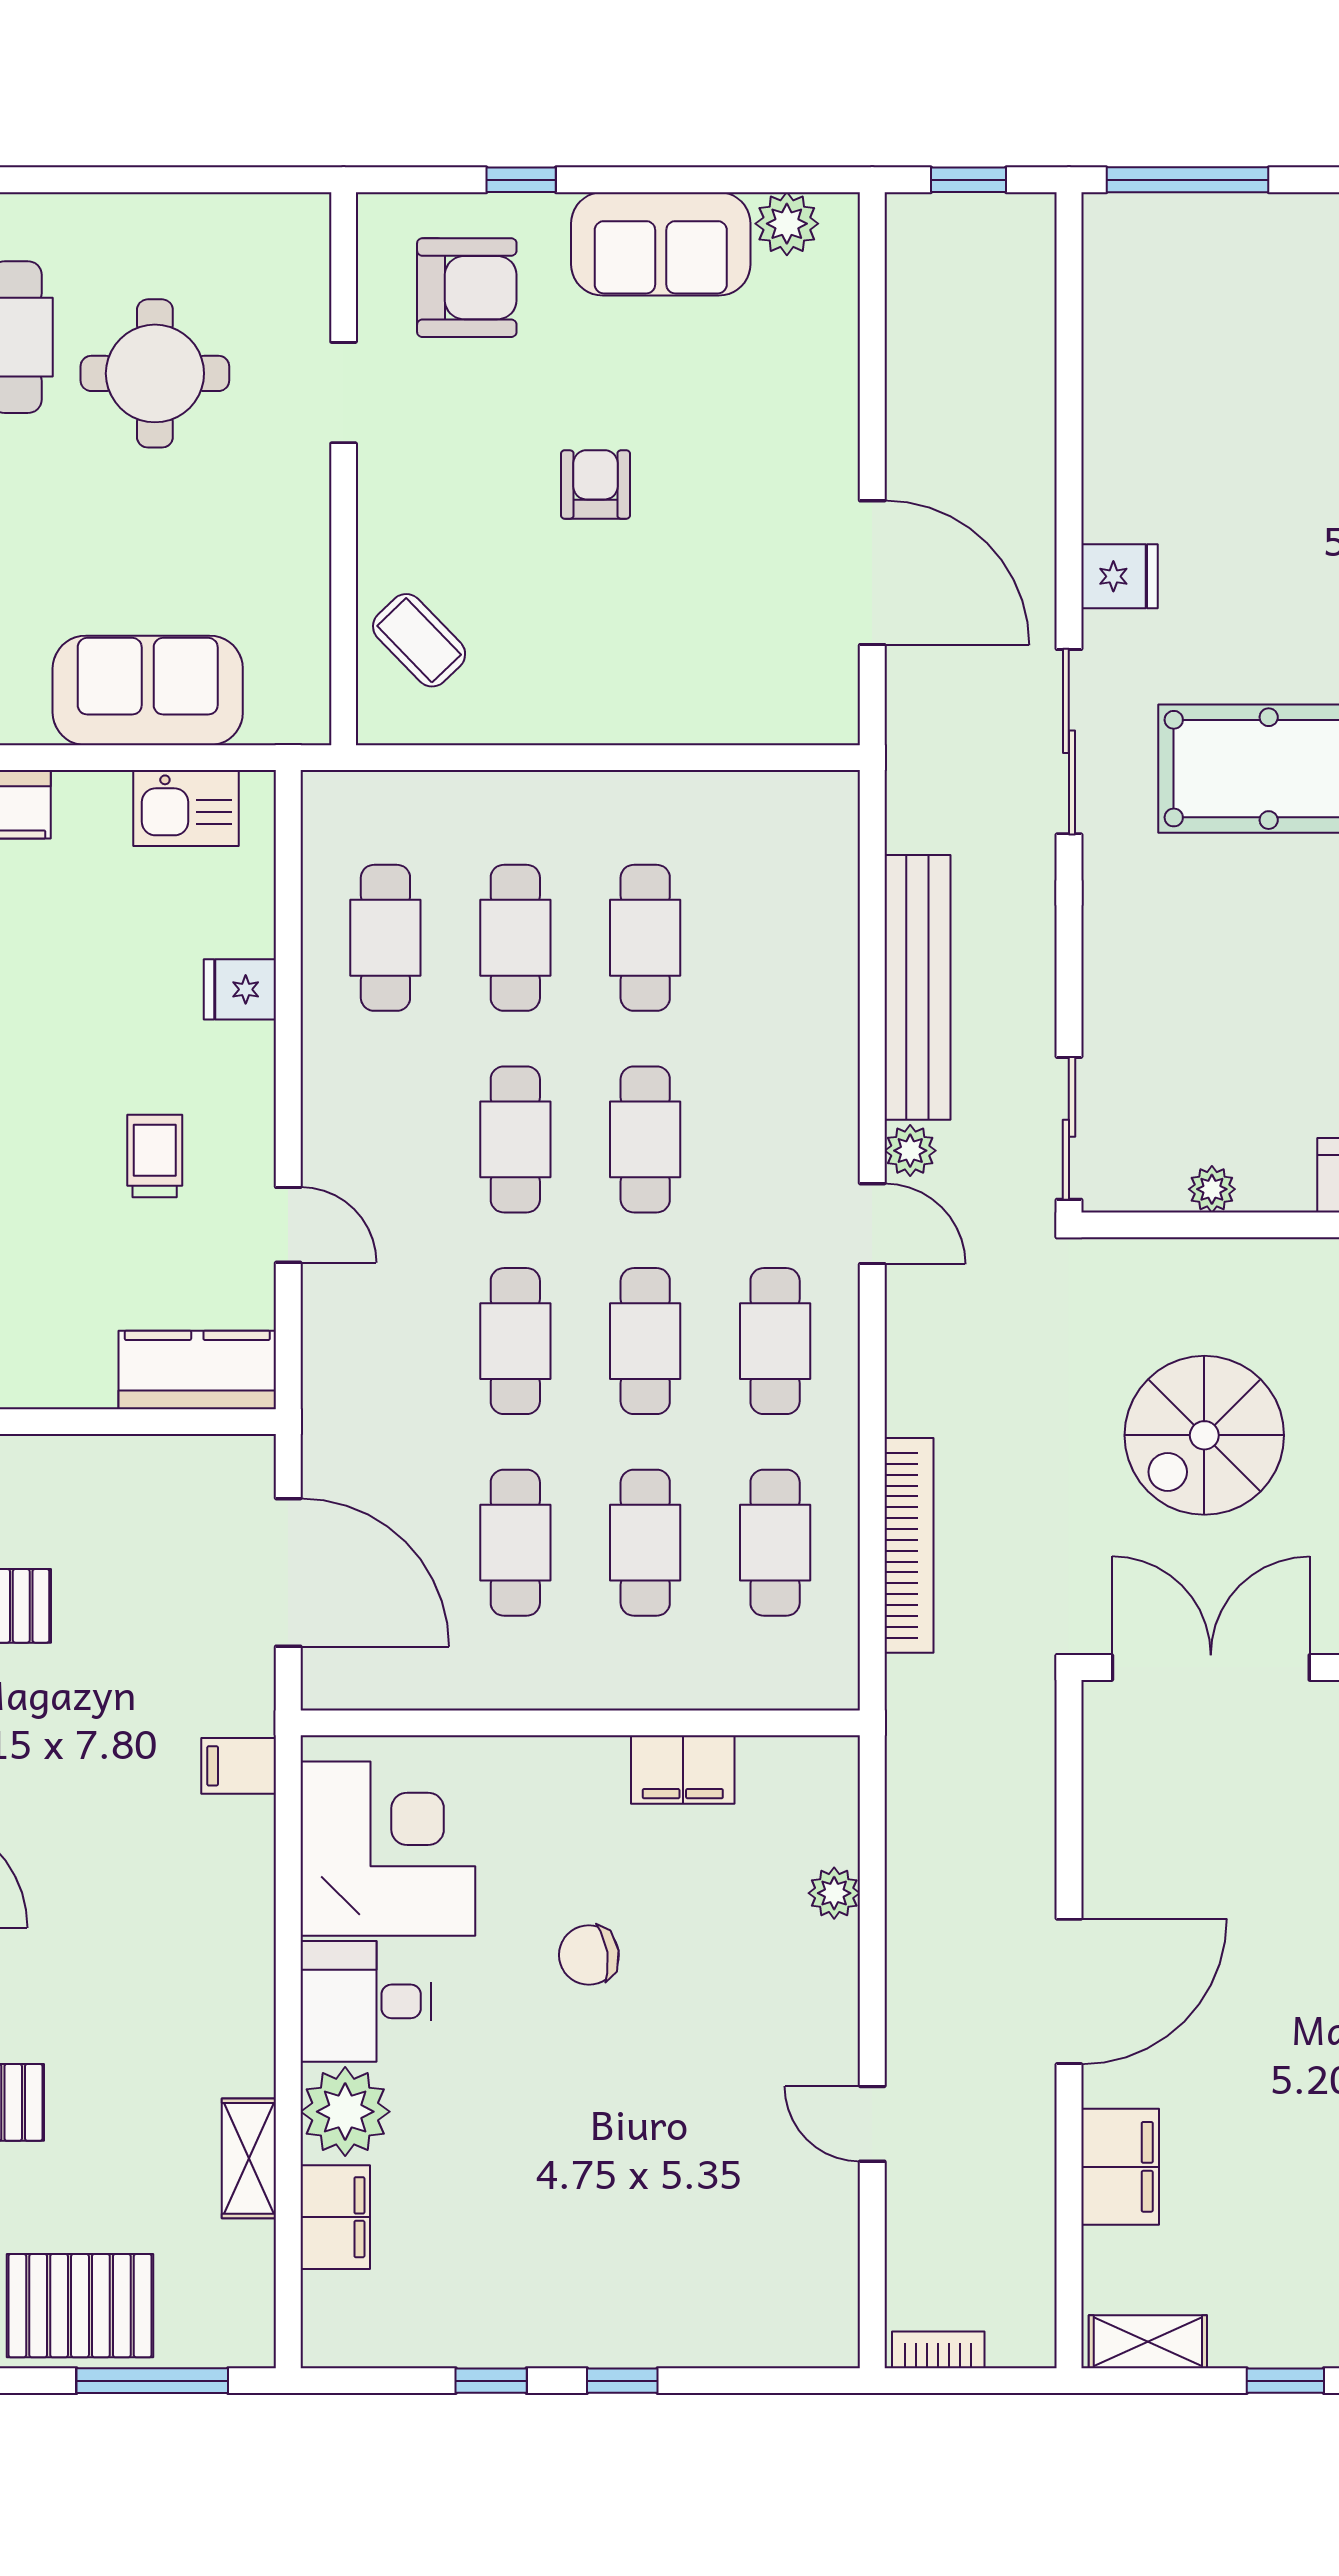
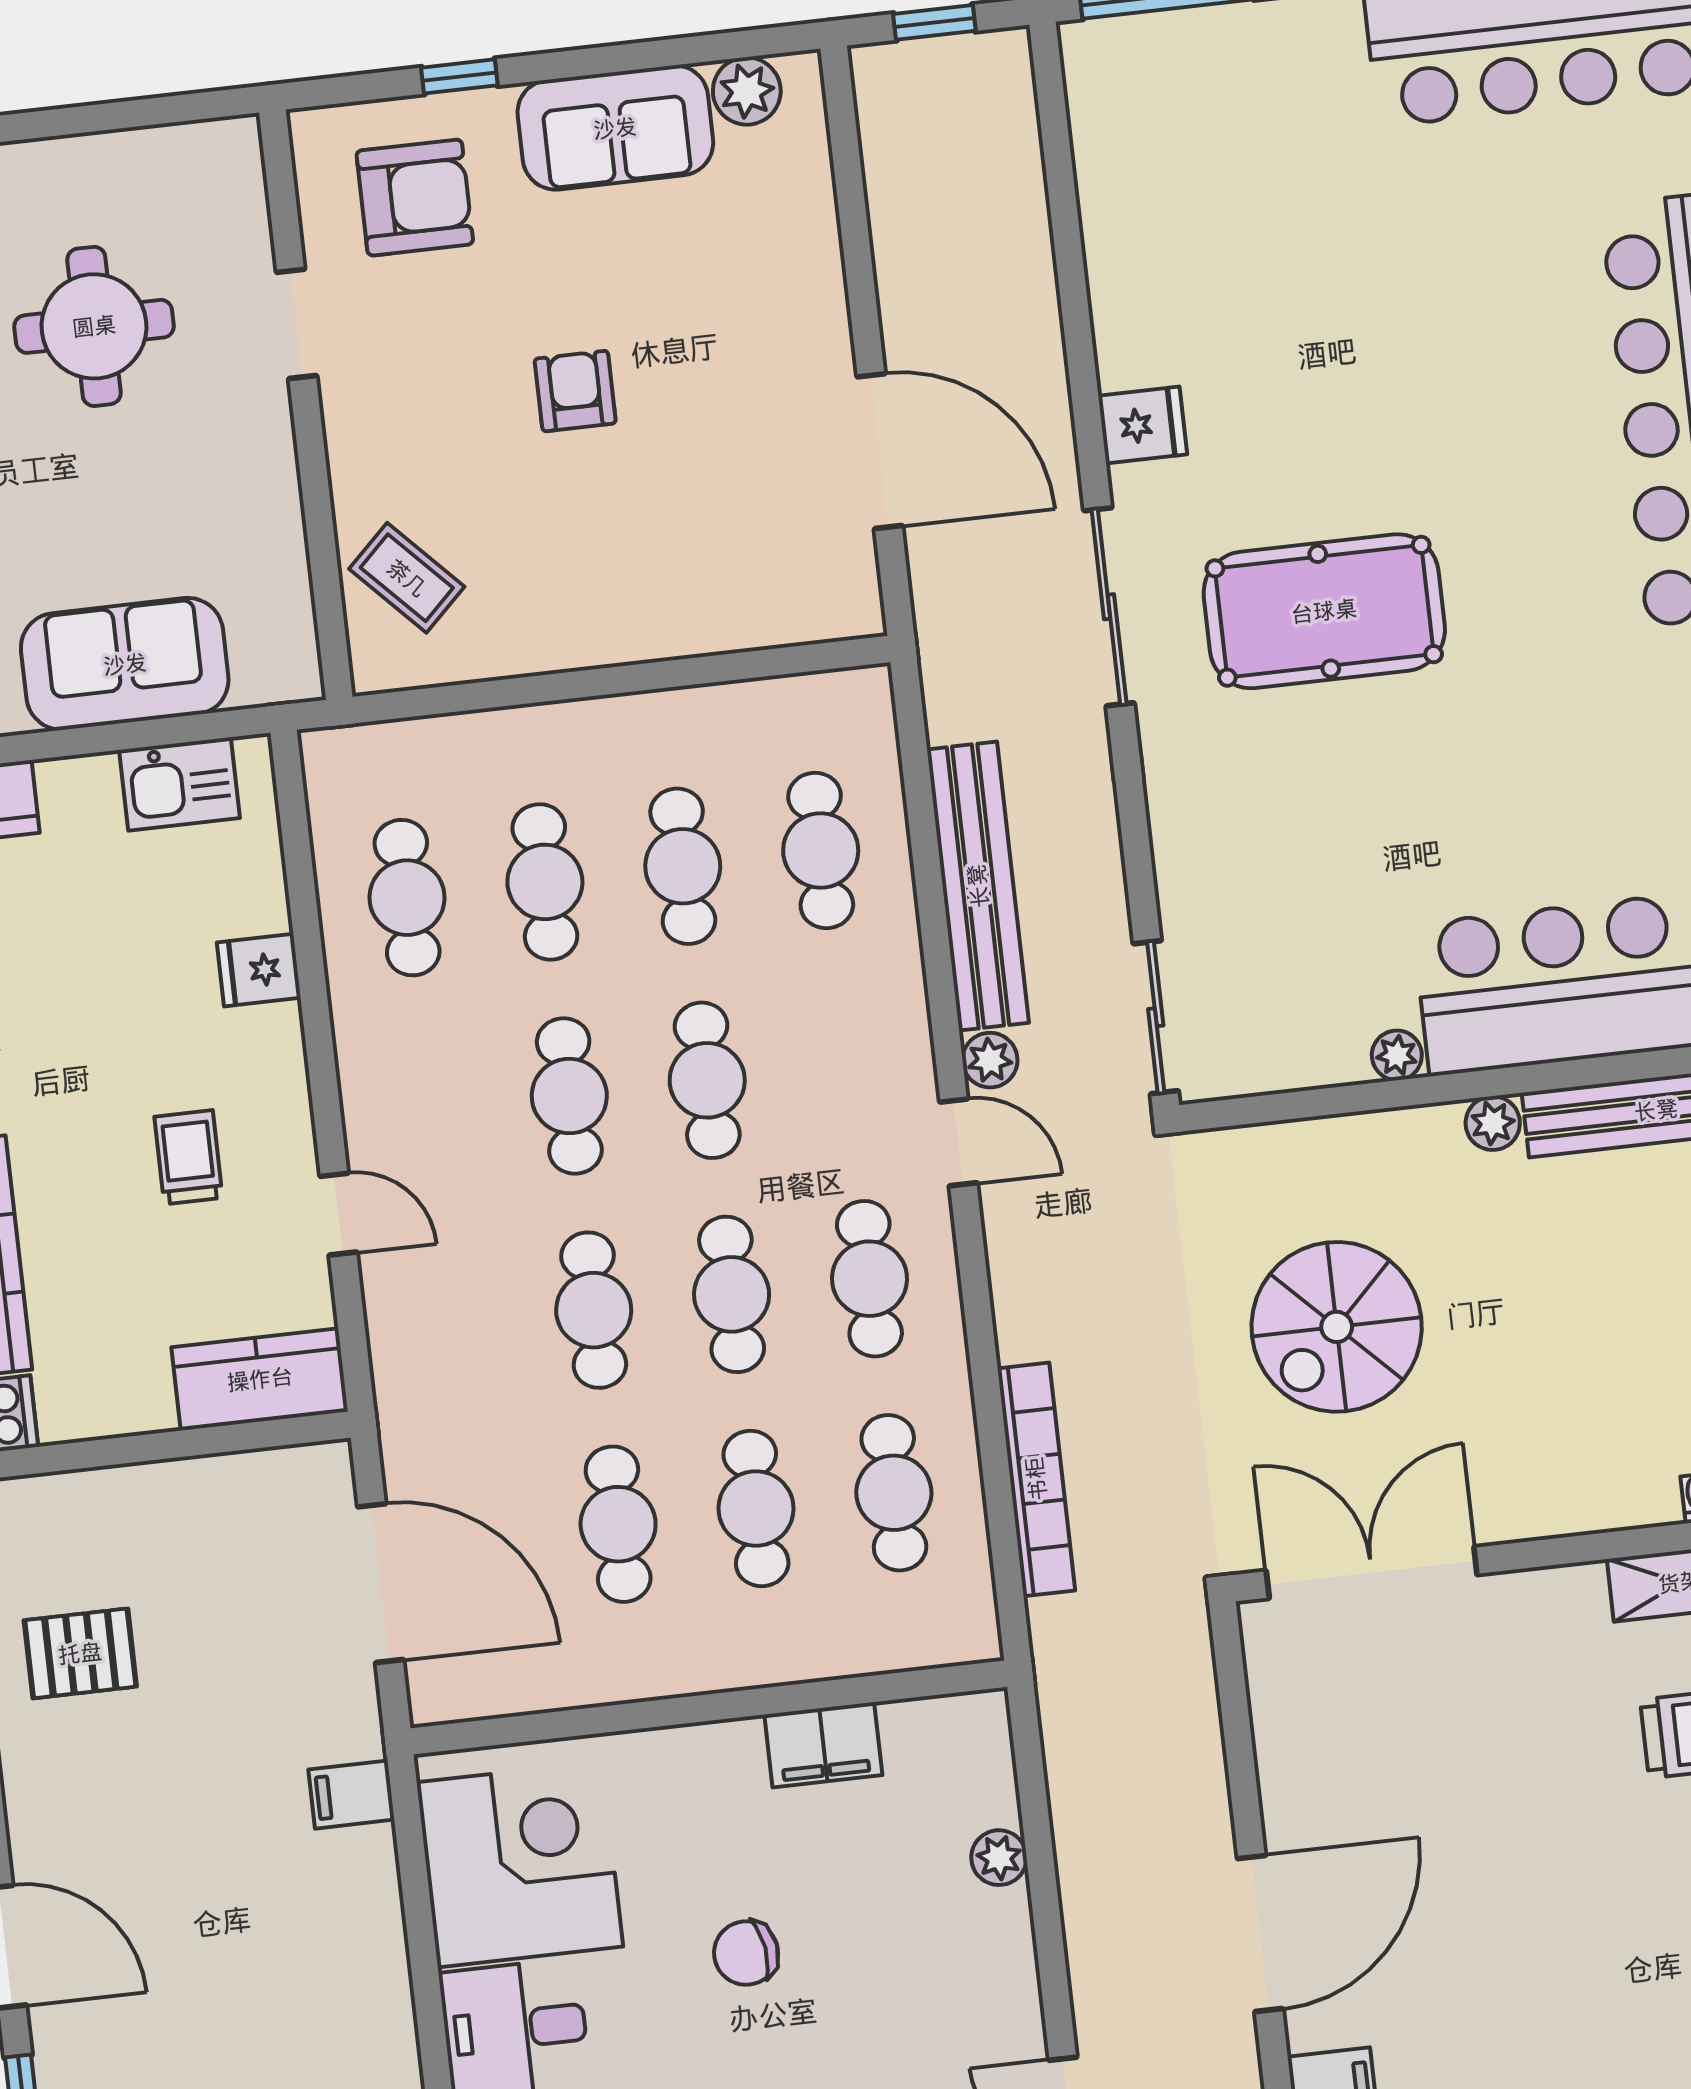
cafe table: (775, 938) -> (821, 851), added
plant: (1212, 1189) -> (1397, 1055), moved

